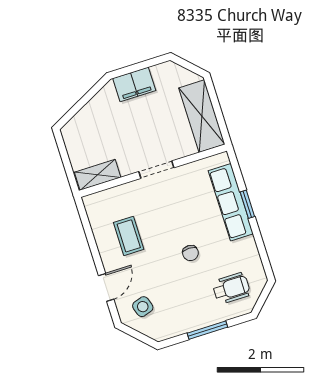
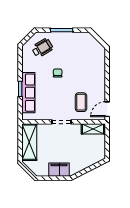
coffee table: (129, 236) -> (81, 102), moved
door: (106, 287) -> (107, 109), moved
wheelchair: (231, 288) -> (42, 48), turned 149
side table: (143, 307) -> (91, 53), removed

